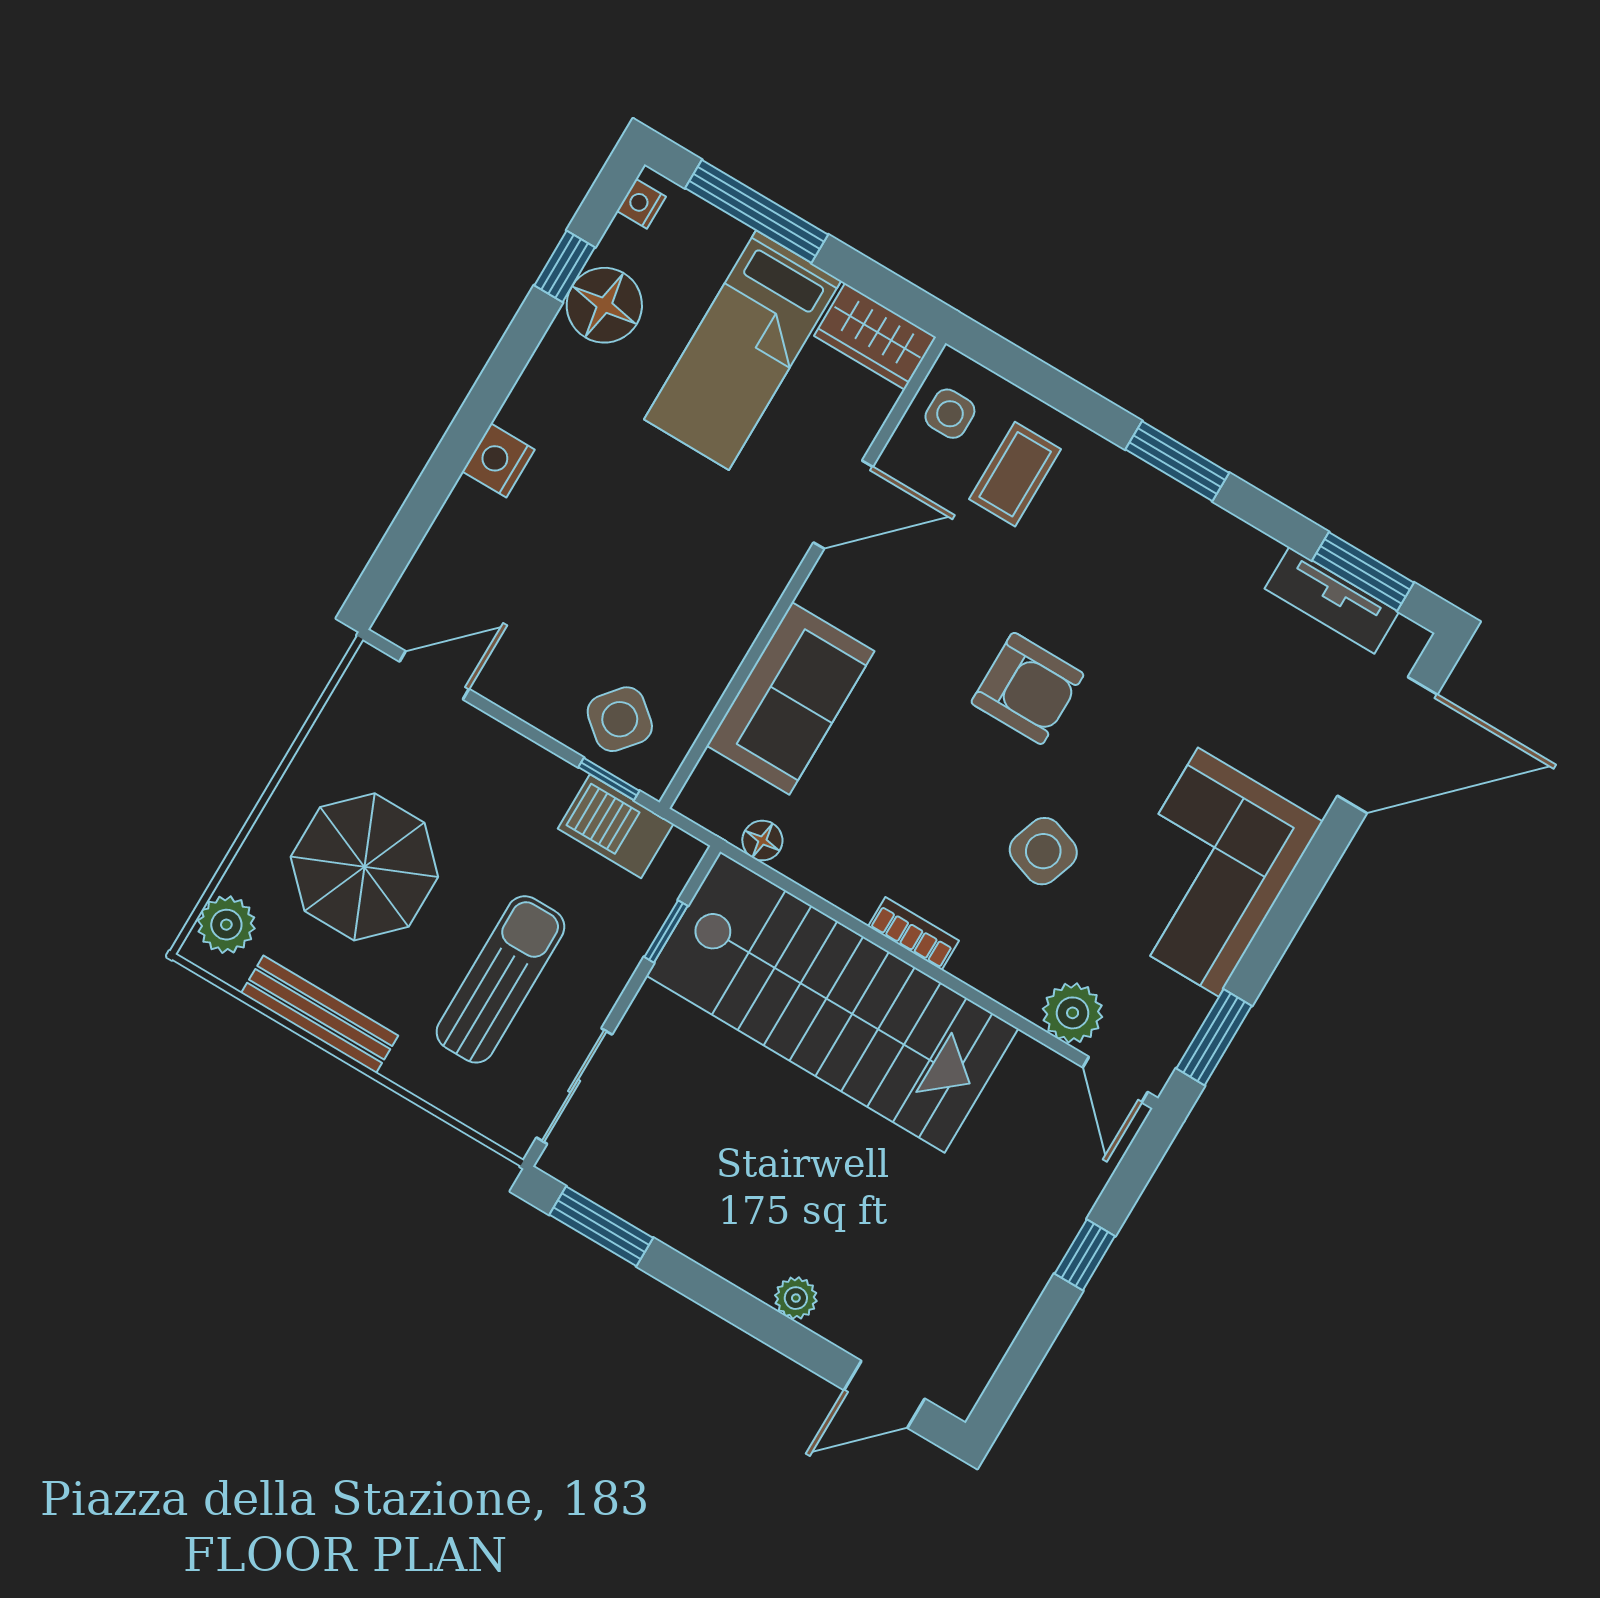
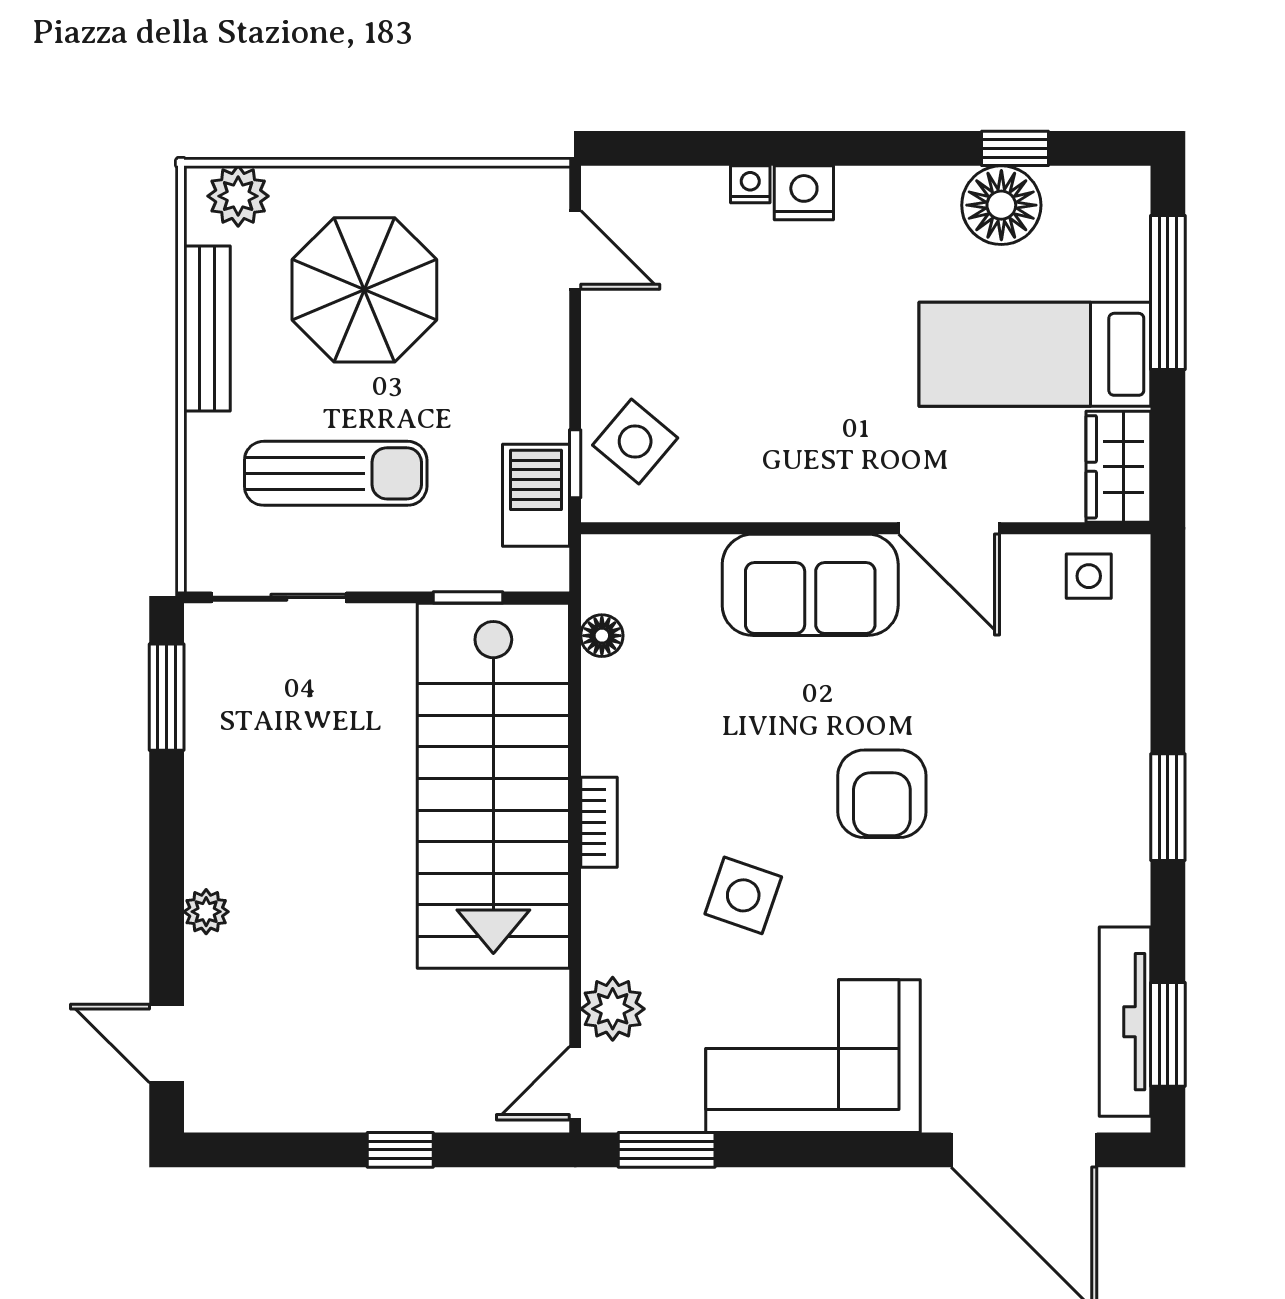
nightstand: (641, 204) -> (750, 184), moved
coffee table: (1015, 474) -> (1069, 667), removed
tv unit: (1332, 600) -> (1125, 1022), width x1.41
sofa: (791, 698) -> (810, 585), moved

